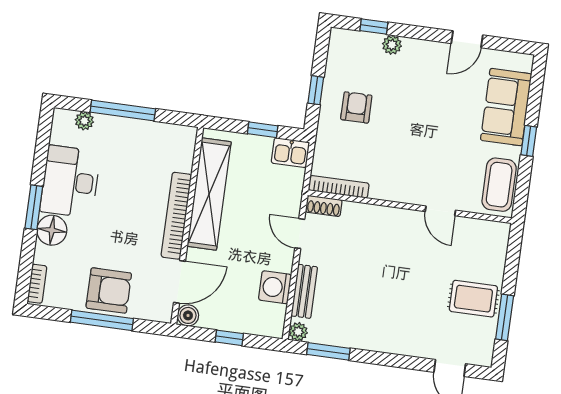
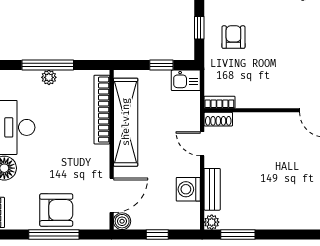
plant: (84, 121) -> (49, 77), moved
bookcase: (339, 187) -> (219, 102), width x0.64
bookcase: (176, 216) -> (102, 110), moved

